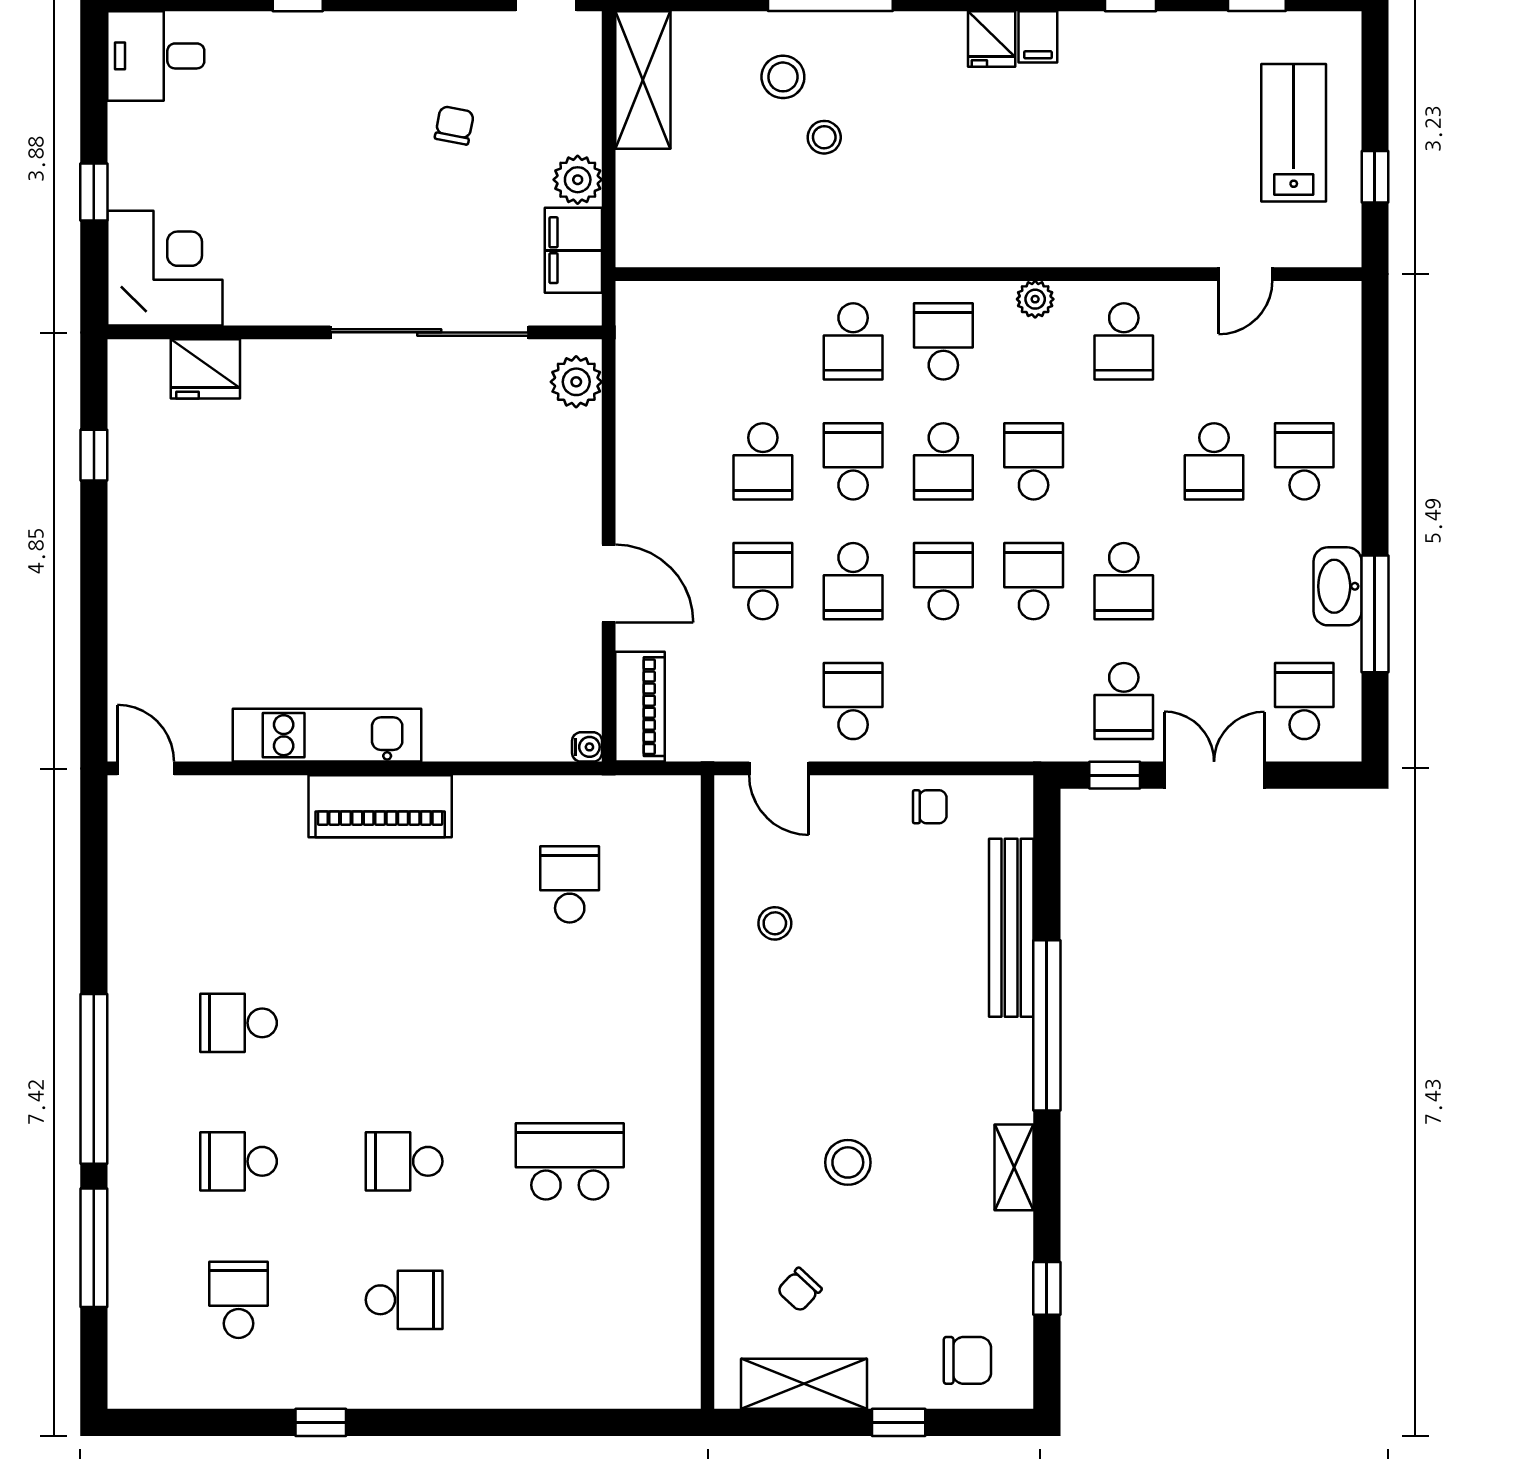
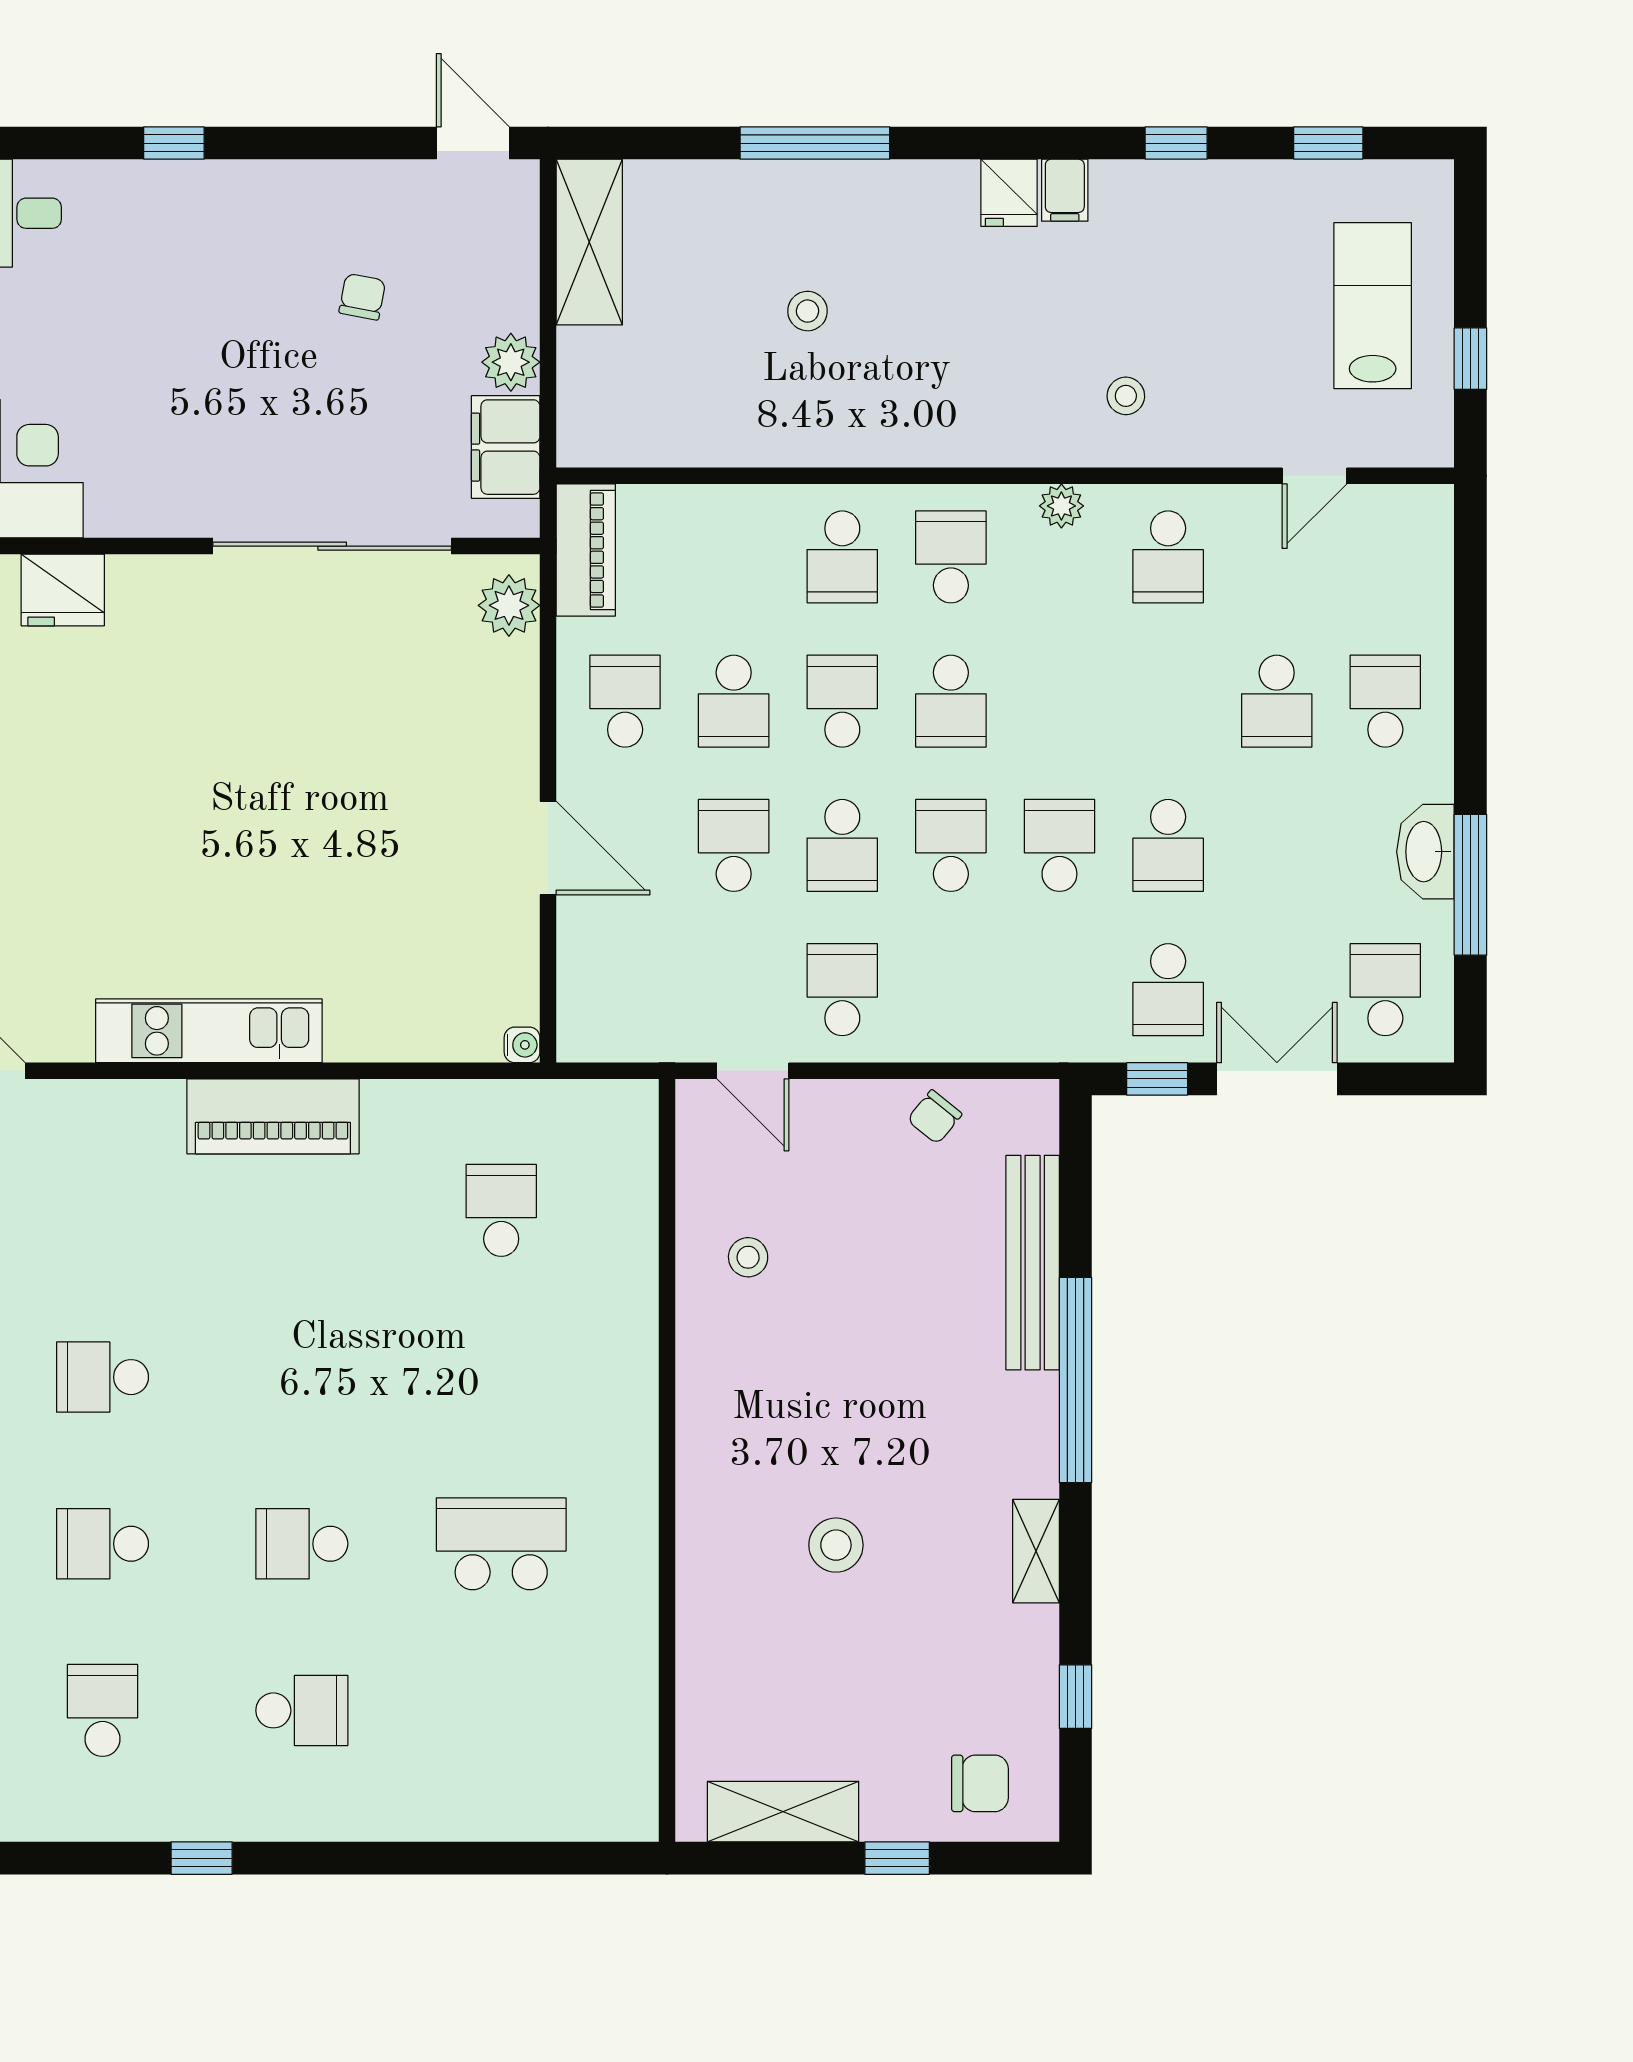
stool: (783, 77) -> (1126, 396), moved, width x0.73, depth x0.73
school desk: (1034, 461) -> (625, 701), moved
piano: (640, 707) -> (586, 550), moved
chair: (930, 807) -> (935, 1117), turned 129
chair: (799, 1290) -> (778, 1698), removed

